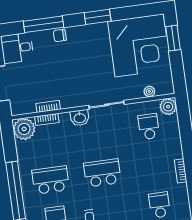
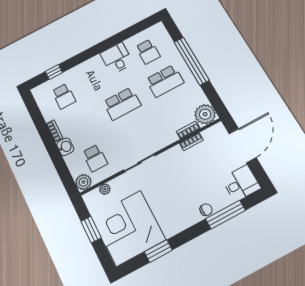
window: (98, 17) -> (158, 251), moved
window: (173, 38) -> (91, 229), moved
washbasin: (80, 118) -> (65, 147), moved, turned 90

